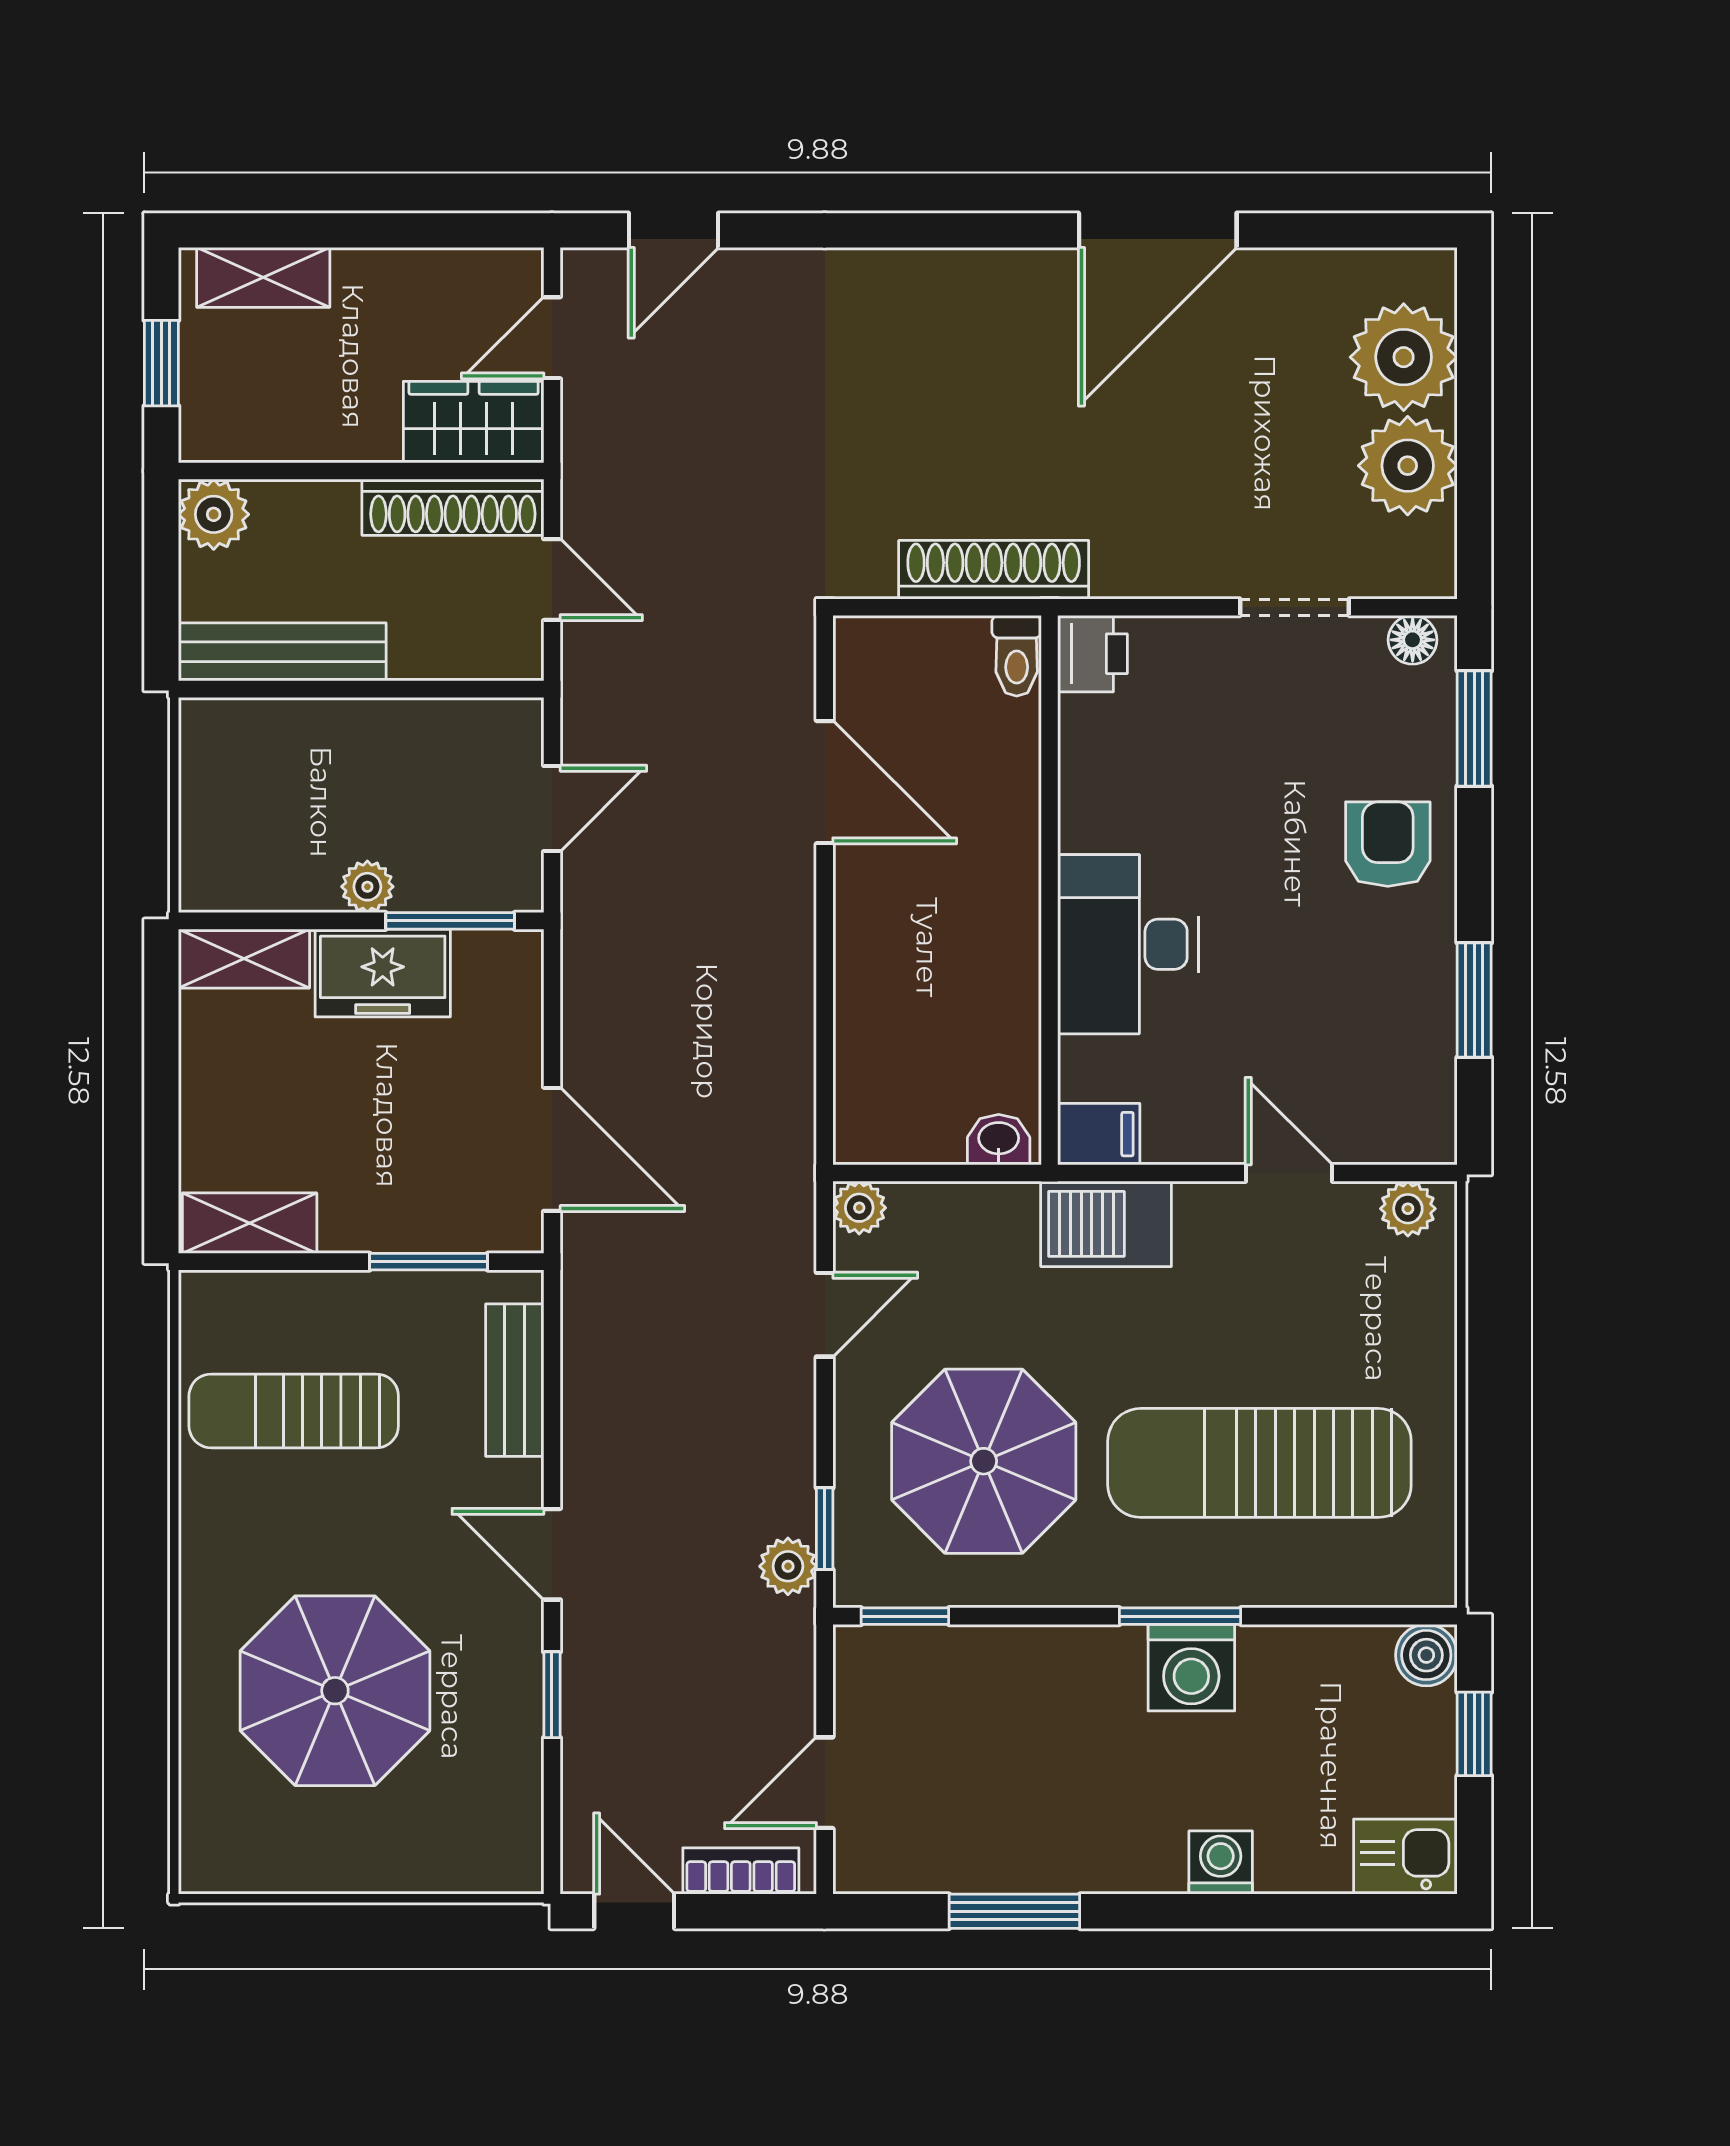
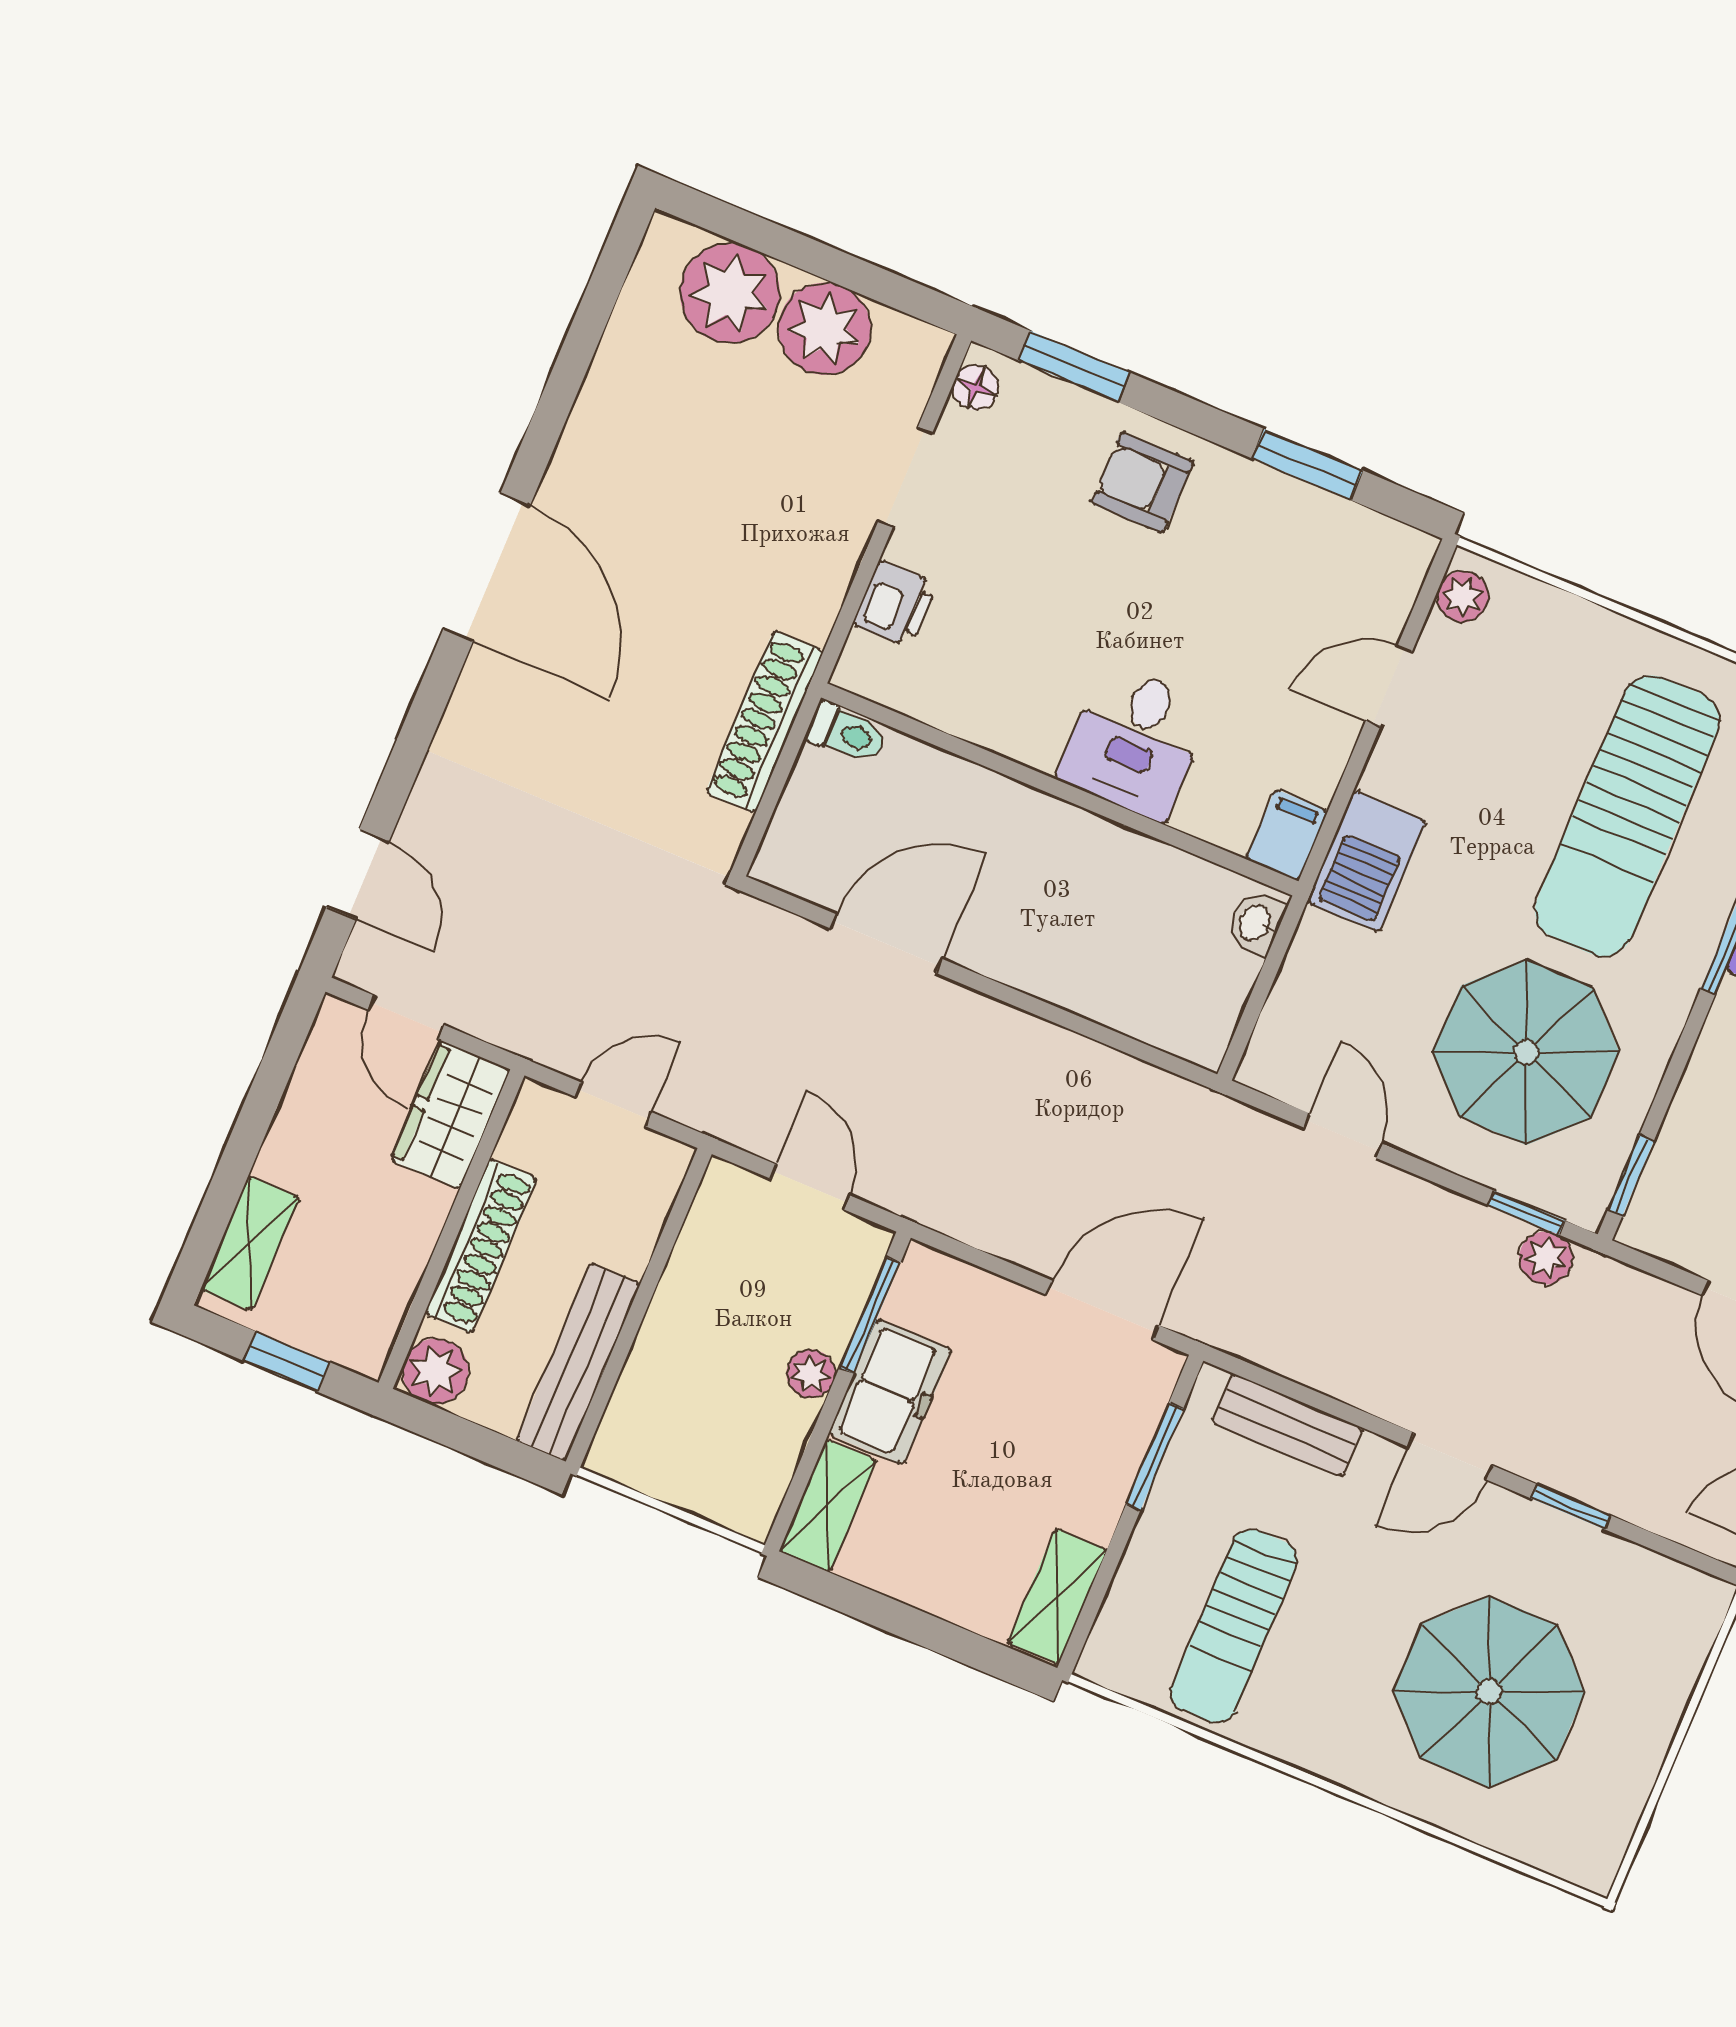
door: (1158, 230) -> (487, 567), moved
shoe rack: (453, 507) -> (481, 1246), moved
printer: (1092, 654) -> (895, 604), moved, turned 90
desk: (1128, 944) -> (1135, 741), width x0.73
plant: (859, 1208) -> (1264, 1067), removed

